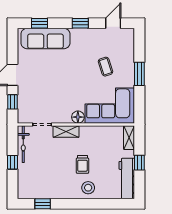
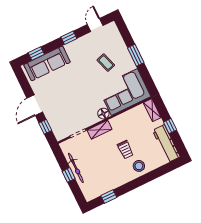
bicycle: (23, 144) -> (76, 168), moved

